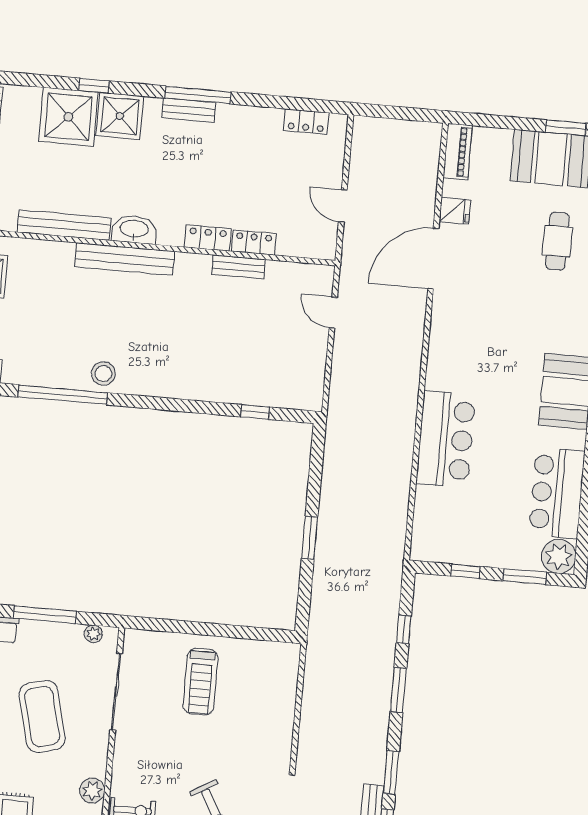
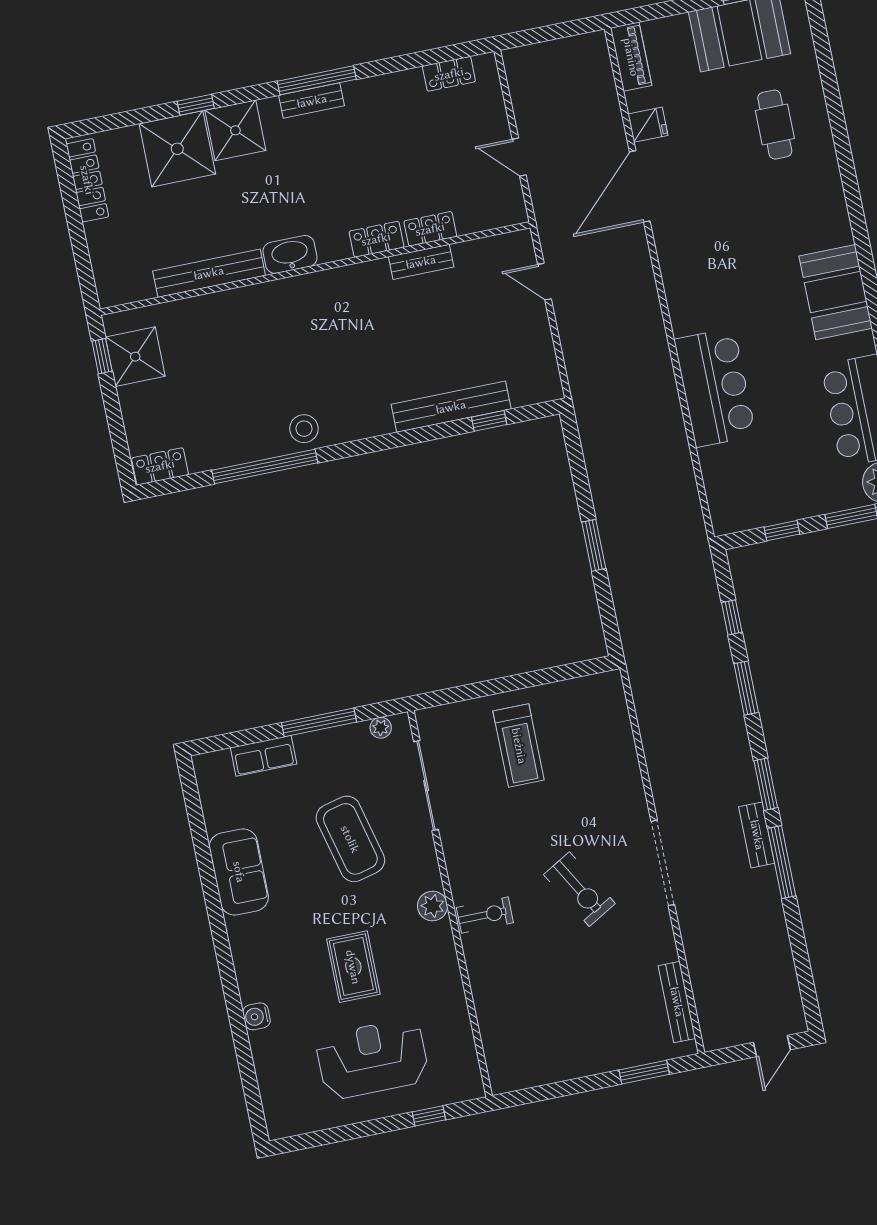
bench: (125, 259) -> (451, 407), moved

